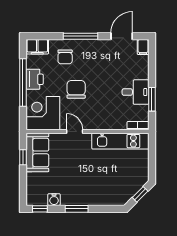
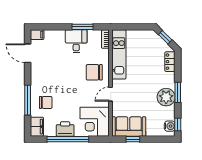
window: (81, 36) -> (28, 100), moved
chair: (76, 89) -> (94, 72), moved
plant: (71, 195) -> (166, 97), added
water cooler: (54, 200) -> (170, 126), moved
locker: (112, 200) -> (170, 62), added

